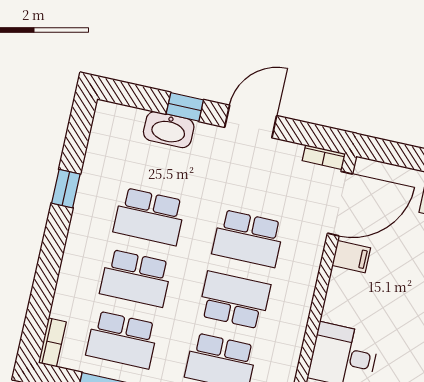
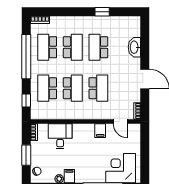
window: (185, 107) -> (145, 52), removed
door: (340, 204) -> (120, 121), width x0.53
school desk: (248, 238) -> (98, 88), turned 180
school desk: (136, 278) -> (73, 47), turned 180

